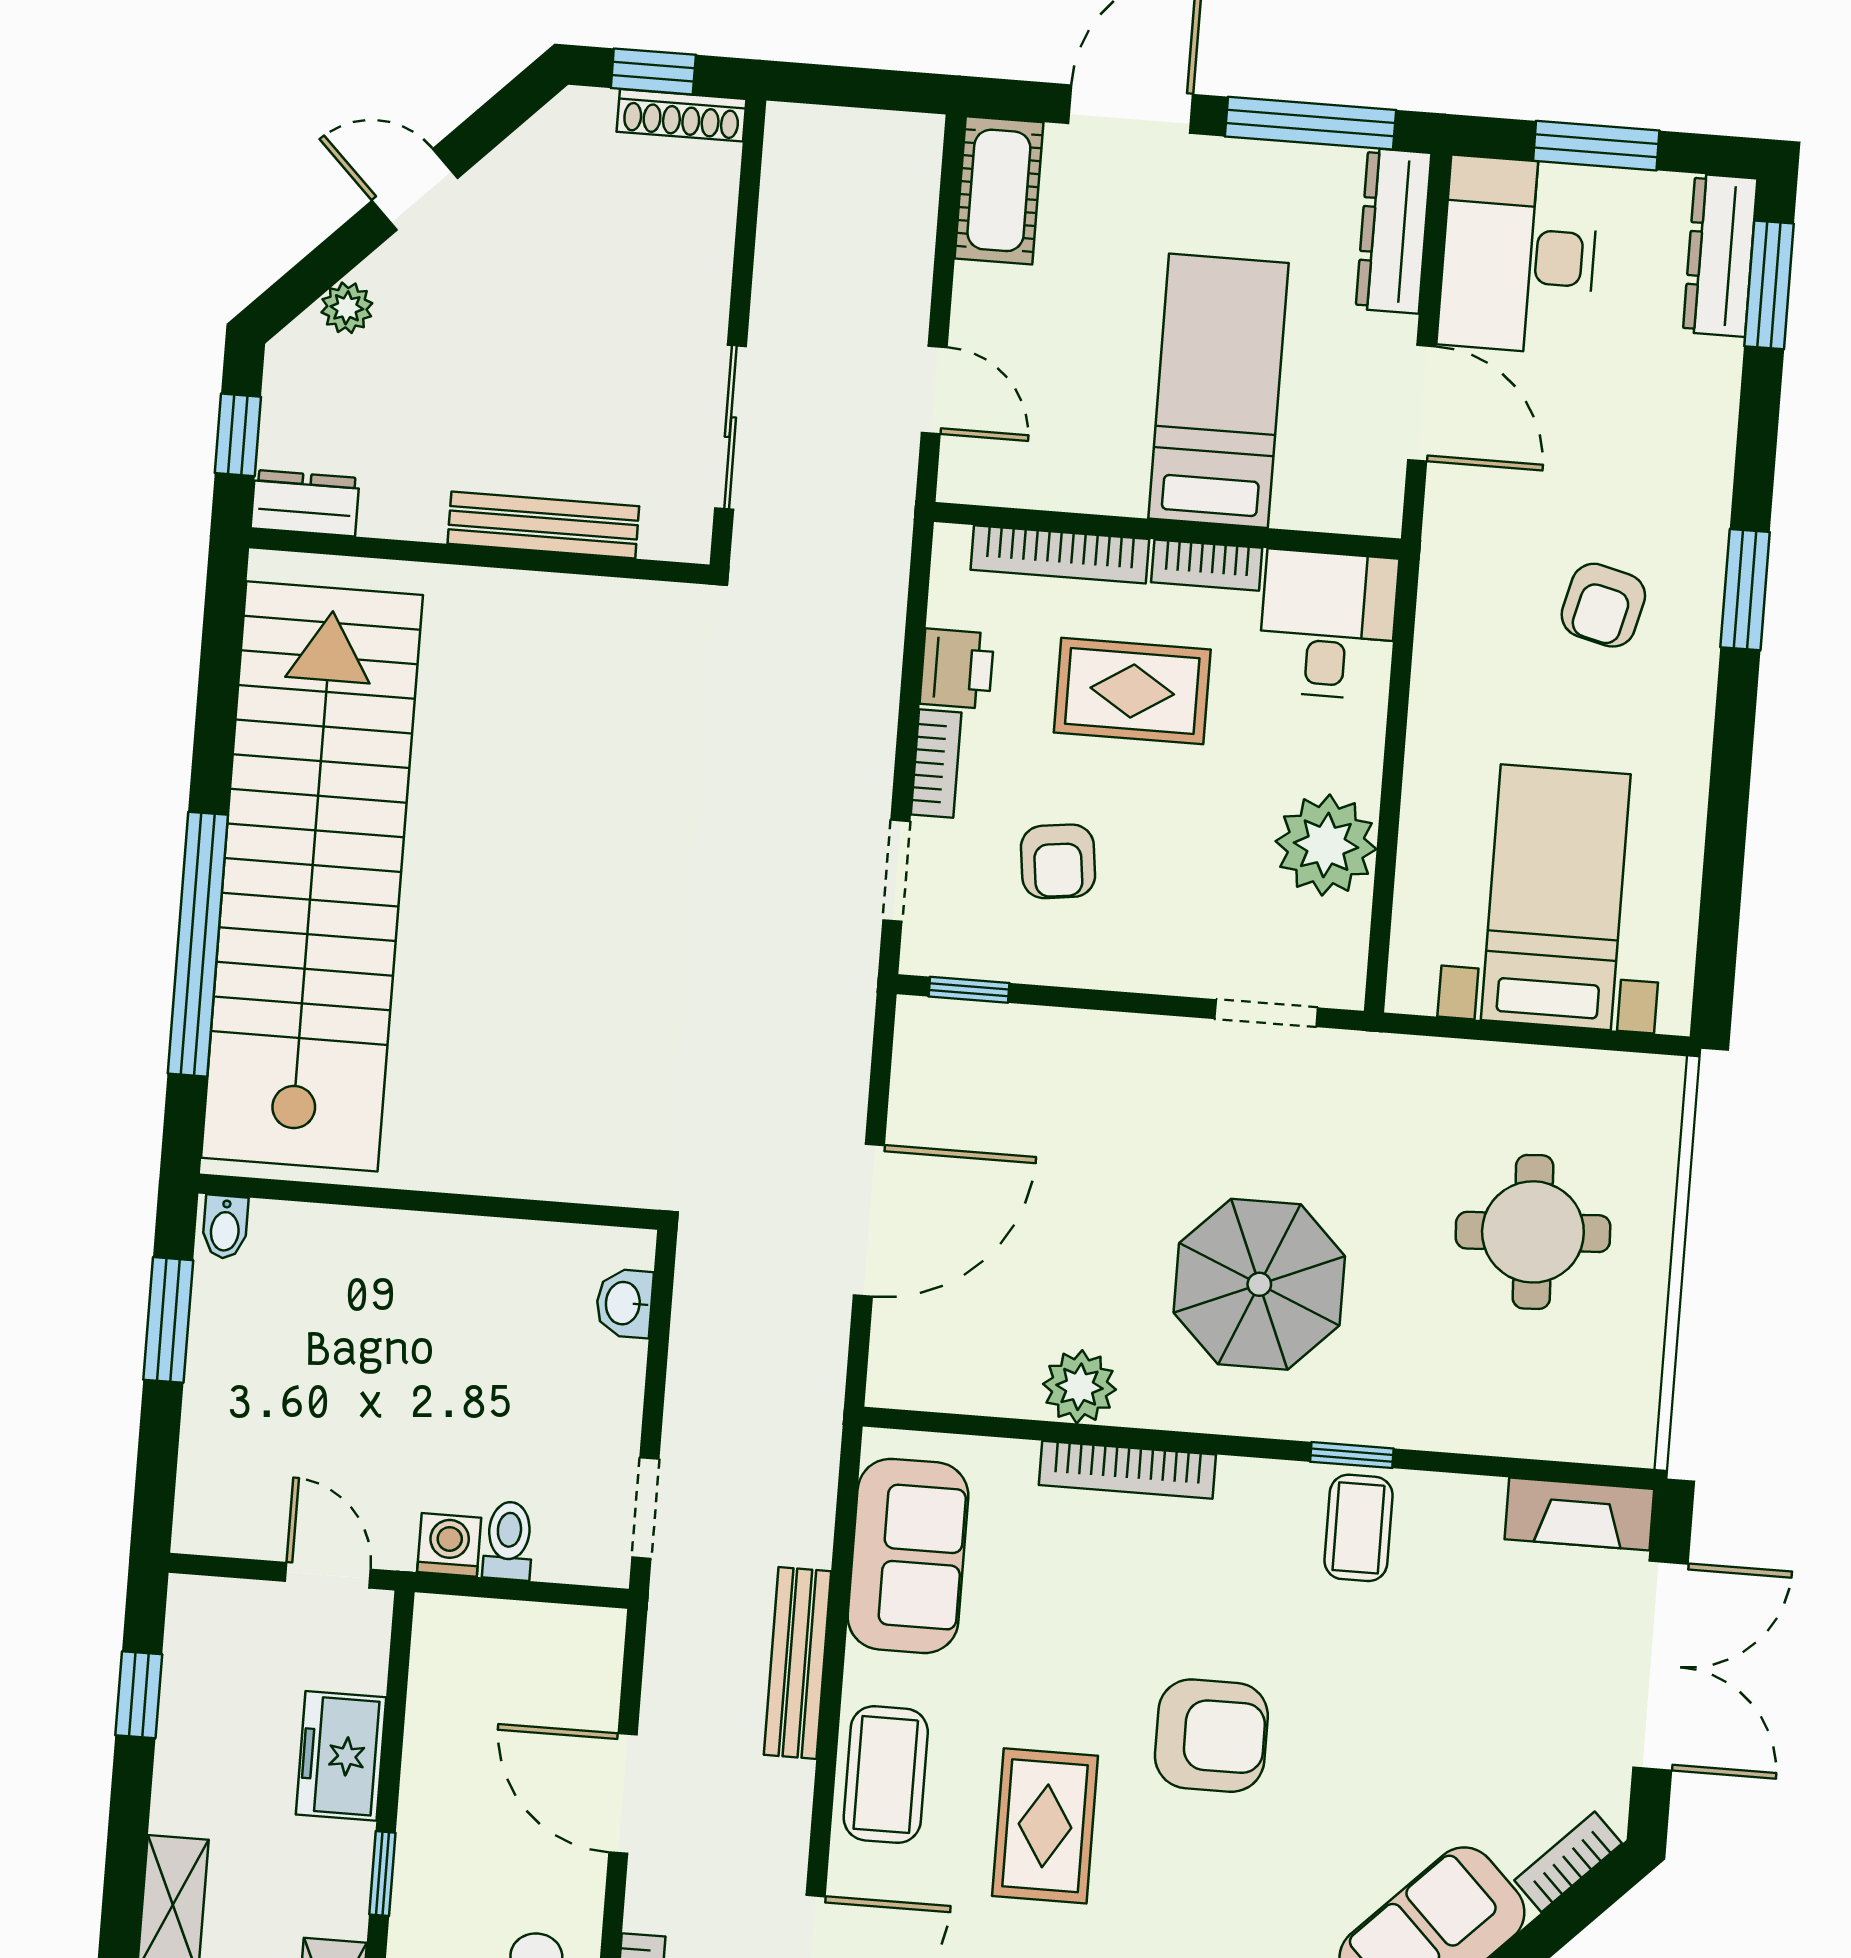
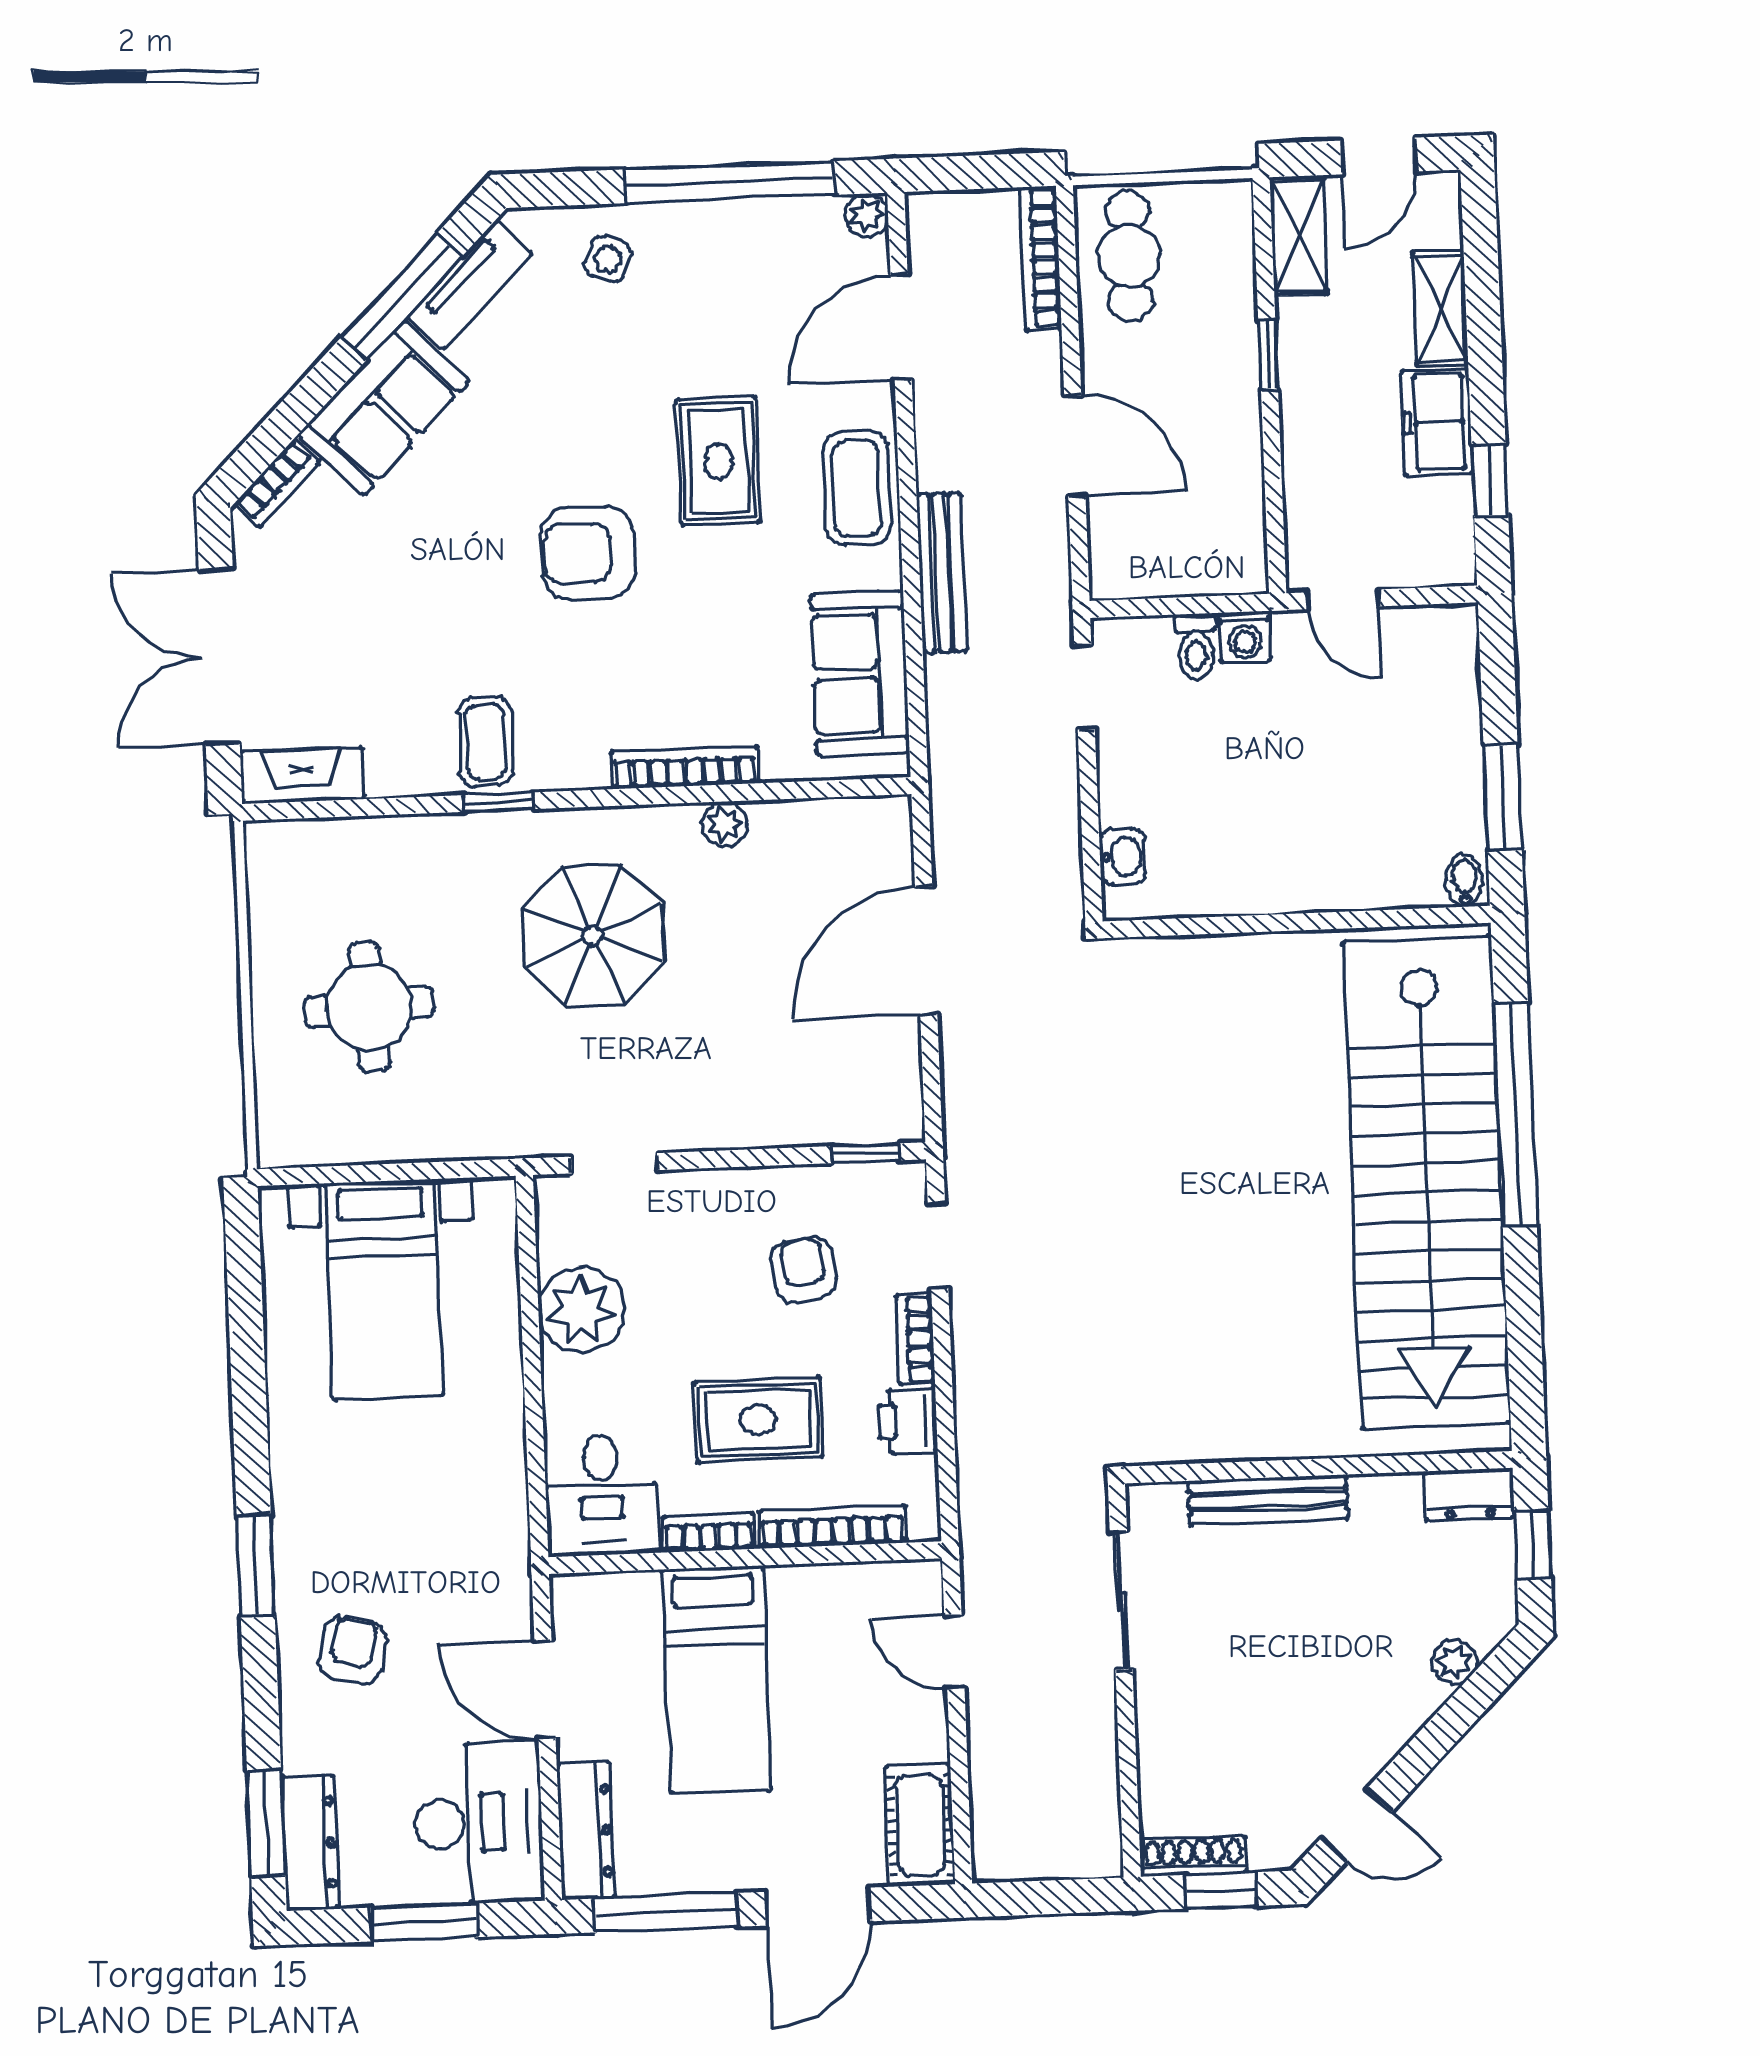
door: (415, 189) -> (1356, 1825), moved
armchair: (1603, 605) -> (352, 1650), moved
plant: (1080, 1387) -> (724, 824), width x0.73, depth x0.73
freezer: (341, 1756) -> (1437, 422), moved, turned 180

